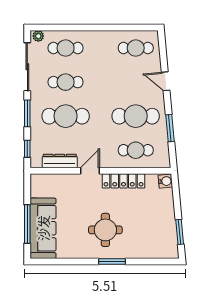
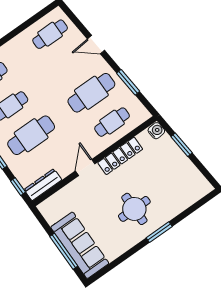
dresser: (60, 161) -> (43, 185), moved
window: (180, 232) -> (182, 145), moved

